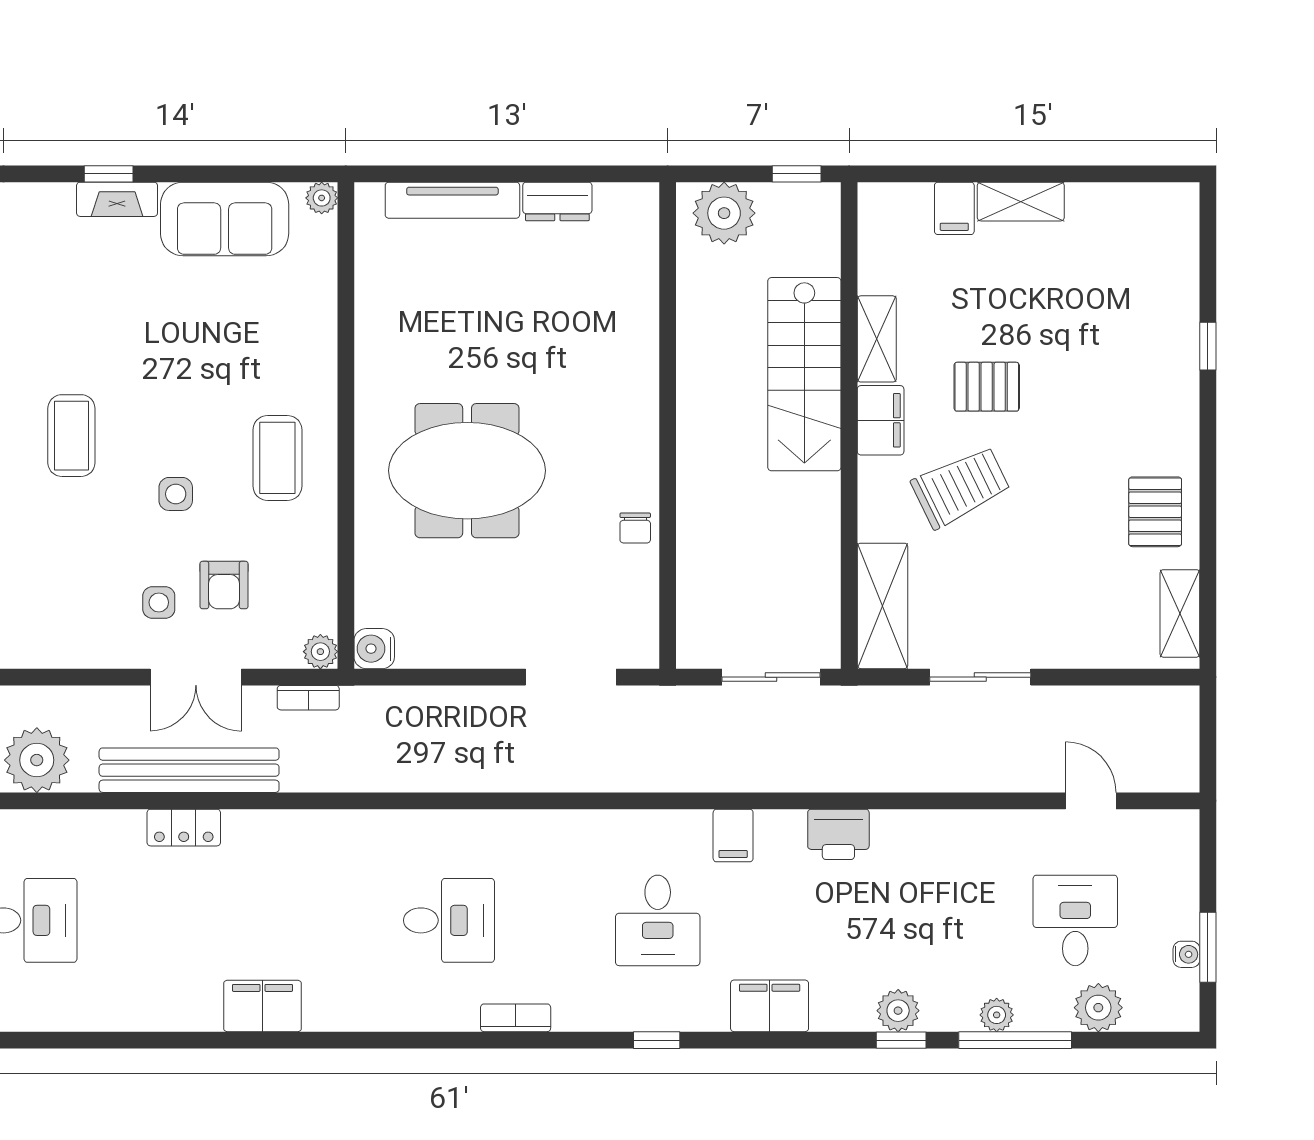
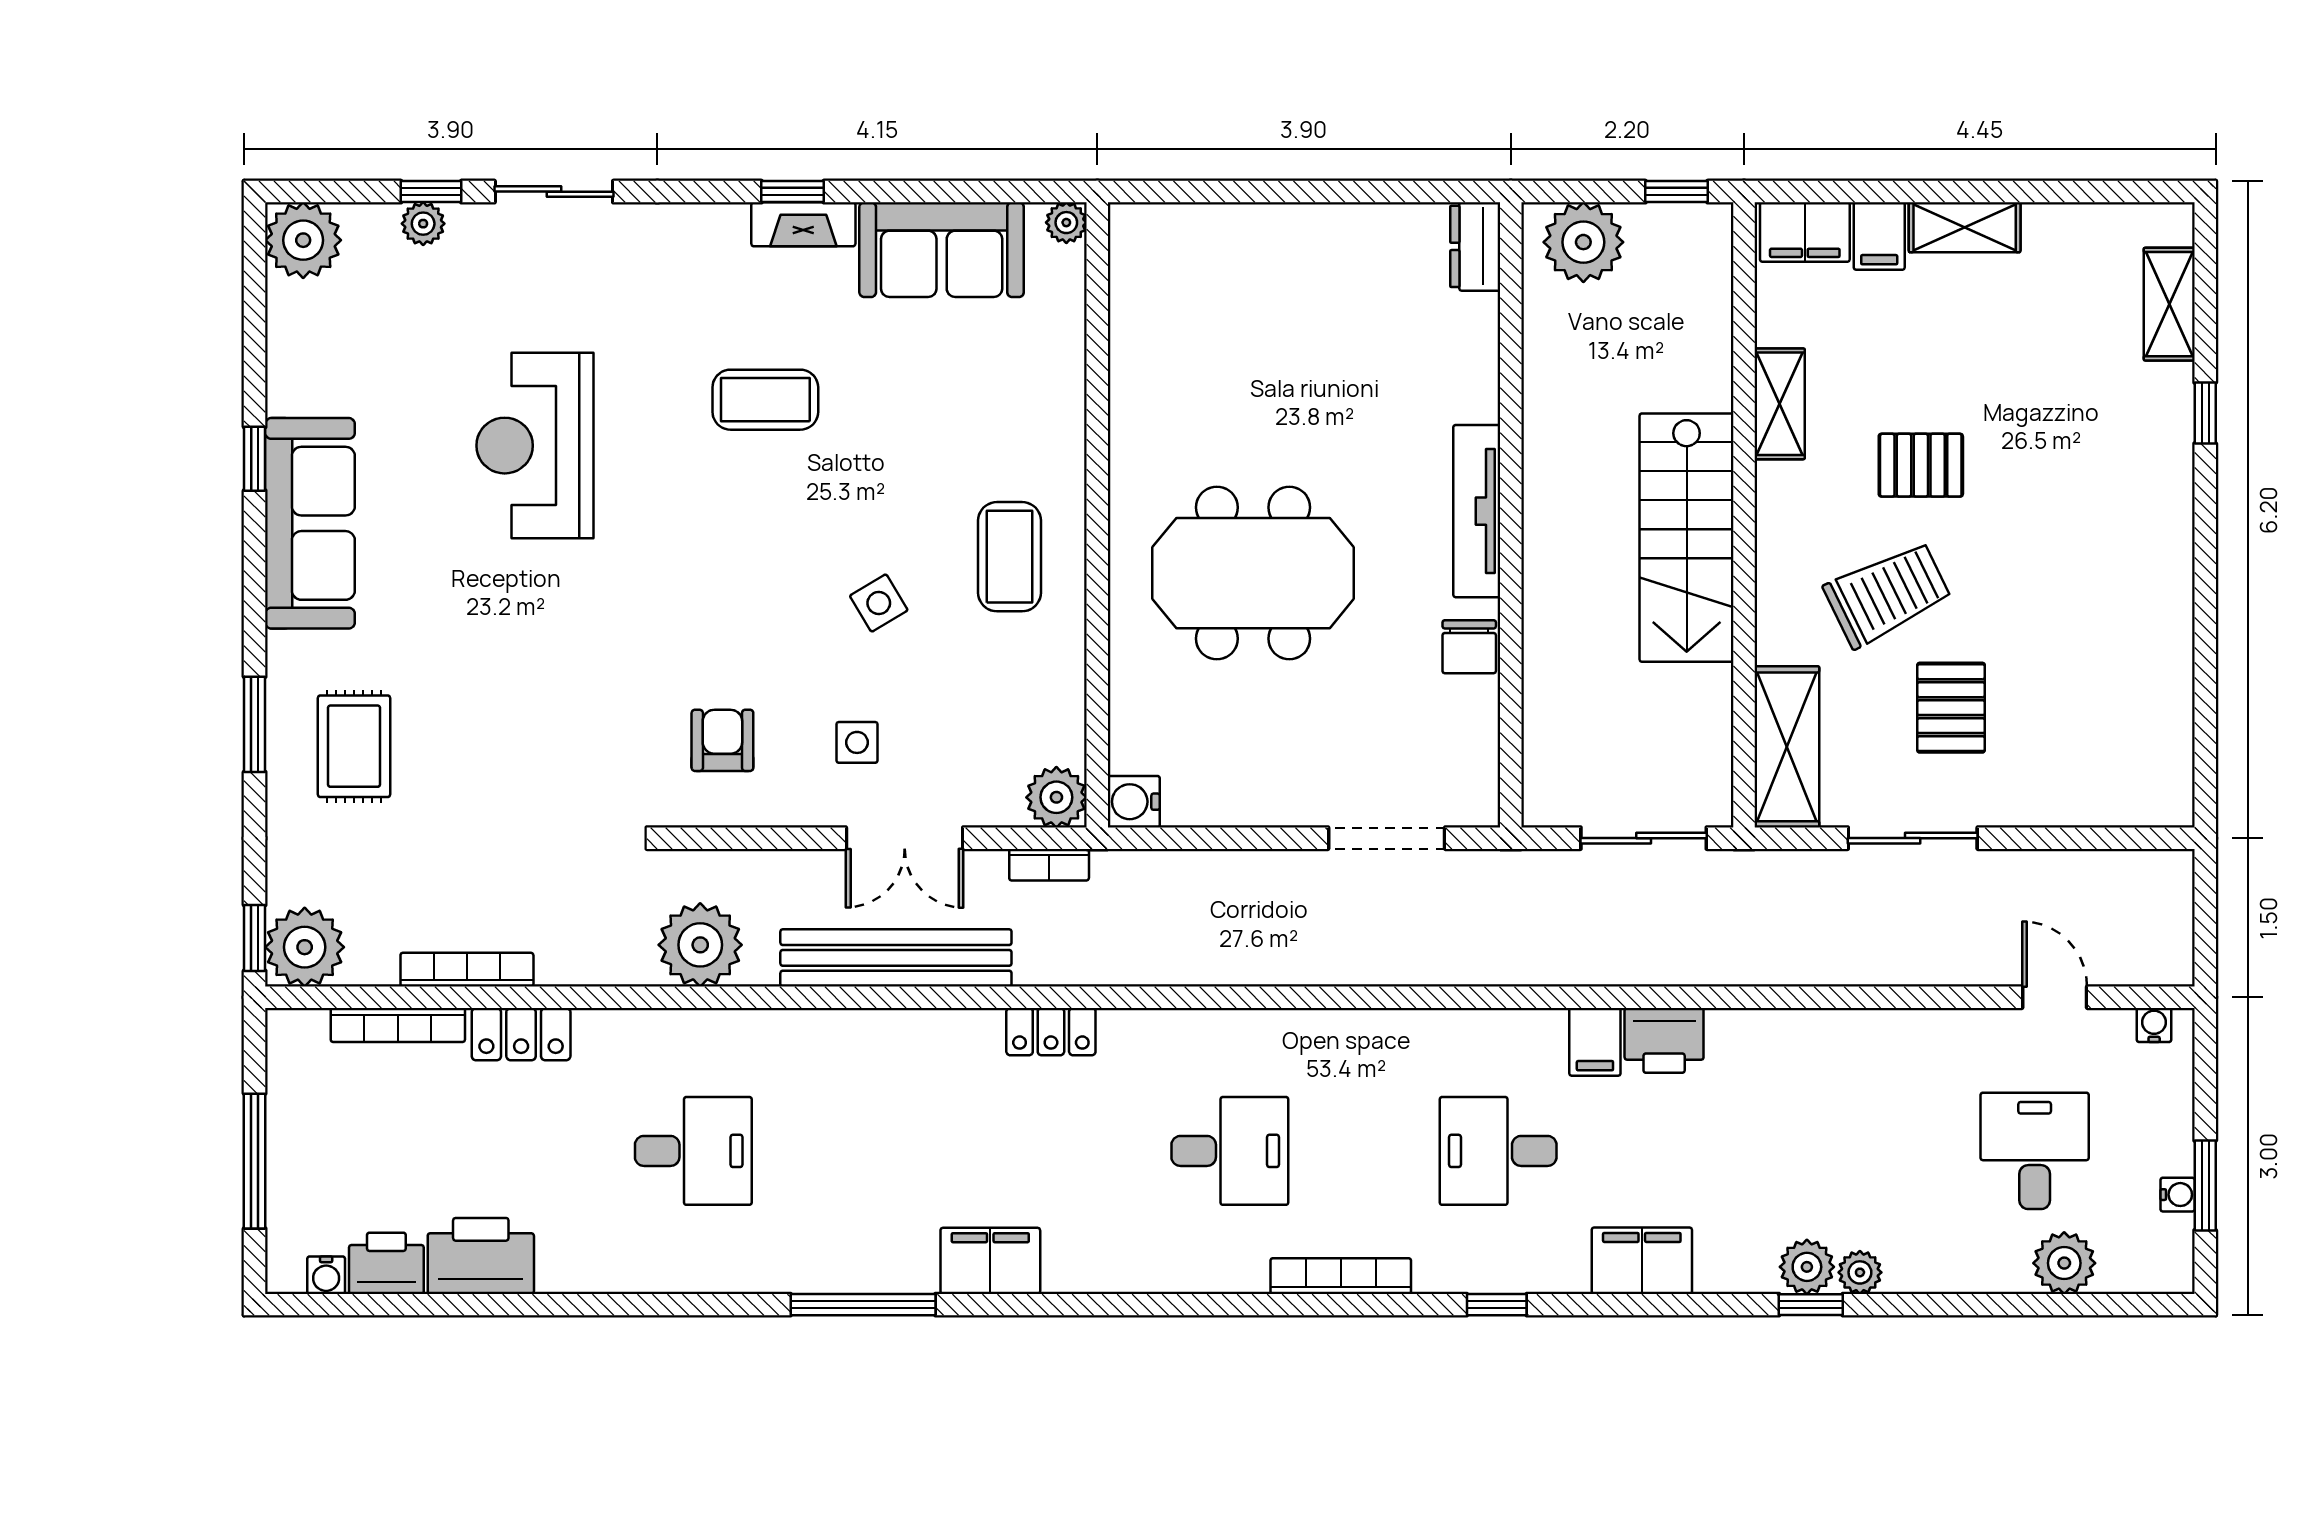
tv unit: (452, 200) -> (1477, 511), moved, turned 90
dresser: (557, 201) -> (1475, 246), moved, turned 90
stairs: (804, 374) -> (1687, 538), moved
filing cabinet: (881, 420) -> (1805, 232), moved, turned 90
coffee table: (71, 436) -> (765, 400), moved, turned 90
side table: (176, 494) -> (879, 603), turned -31
pallet: (1155, 512) -> (1951, 708), moved
chair: (635, 528) -> (1469, 647), width x1.37, depth x1.37
armchair: (224, 585) -> (722, 740), moved, turned 180
shelving: (1180, 613) -> (2169, 304), moved
plant: (320, 652) -> (1056, 797), width x1.38, depth x1.38
water cooler: (1168, 822) -> (2154, 1025), added
locker: (184, 828) -> (1051, 1032), moved
printer: (838, 834) -> (1664, 1040), moved
desk: (658, 920) -> (1498, 1151), turned 90
plant: (997, 1015) -> (1860, 1272), moved
bookcase: (516, 1018) -> (1341, 1276), width x1.56
window: (1015, 1040) -> (863, 1305), moved

